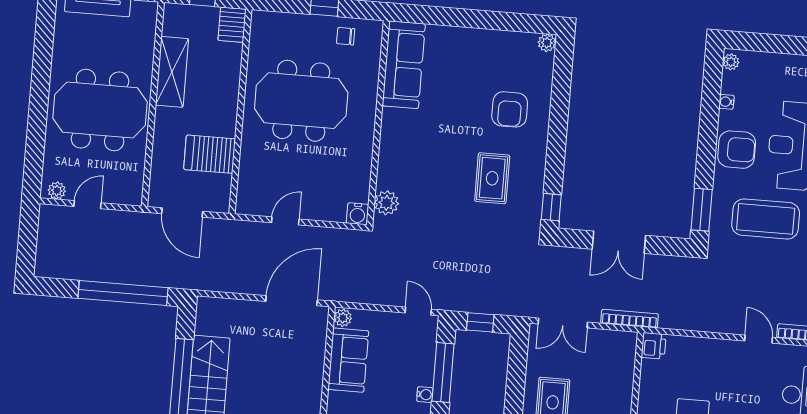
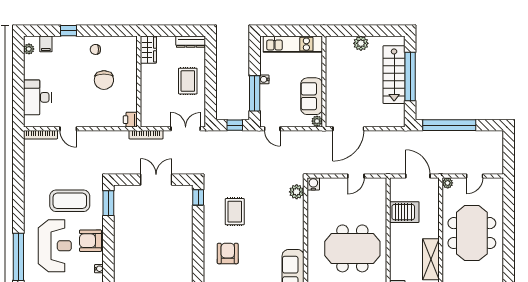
meeting table: (100, 110) -> (472, 233), turned 90
plant: (57, 191) -> (448, 183), moved

